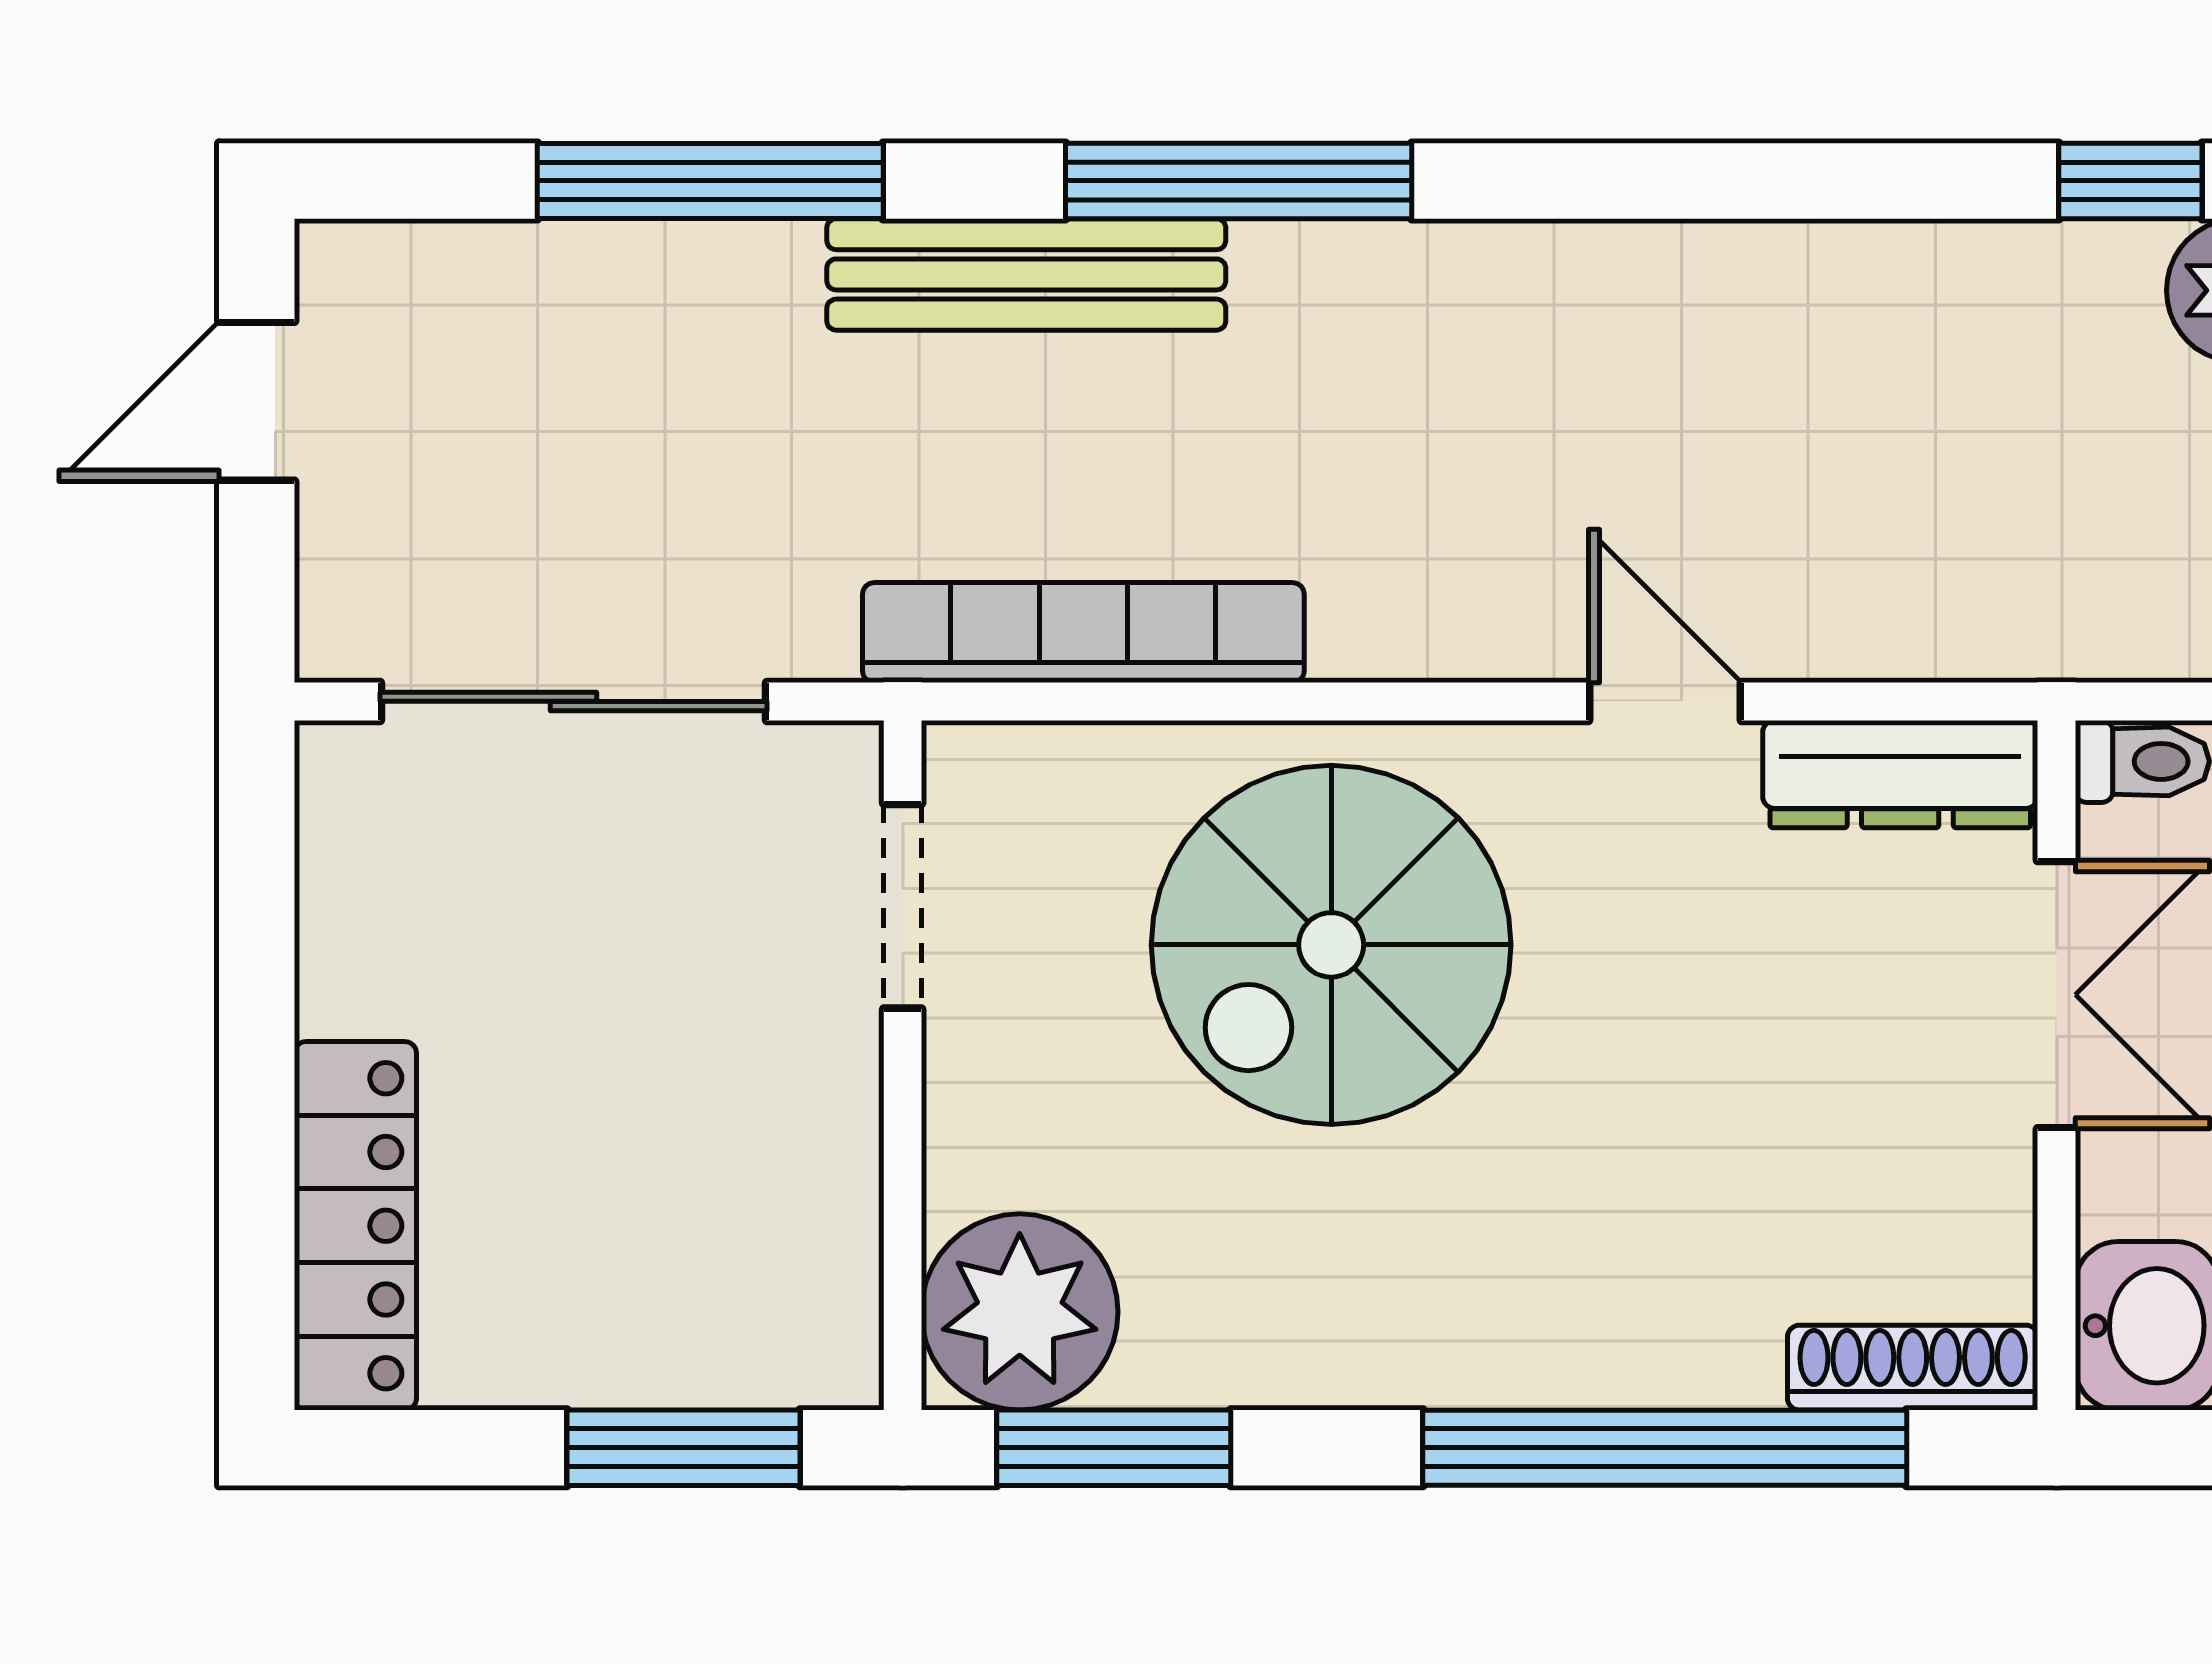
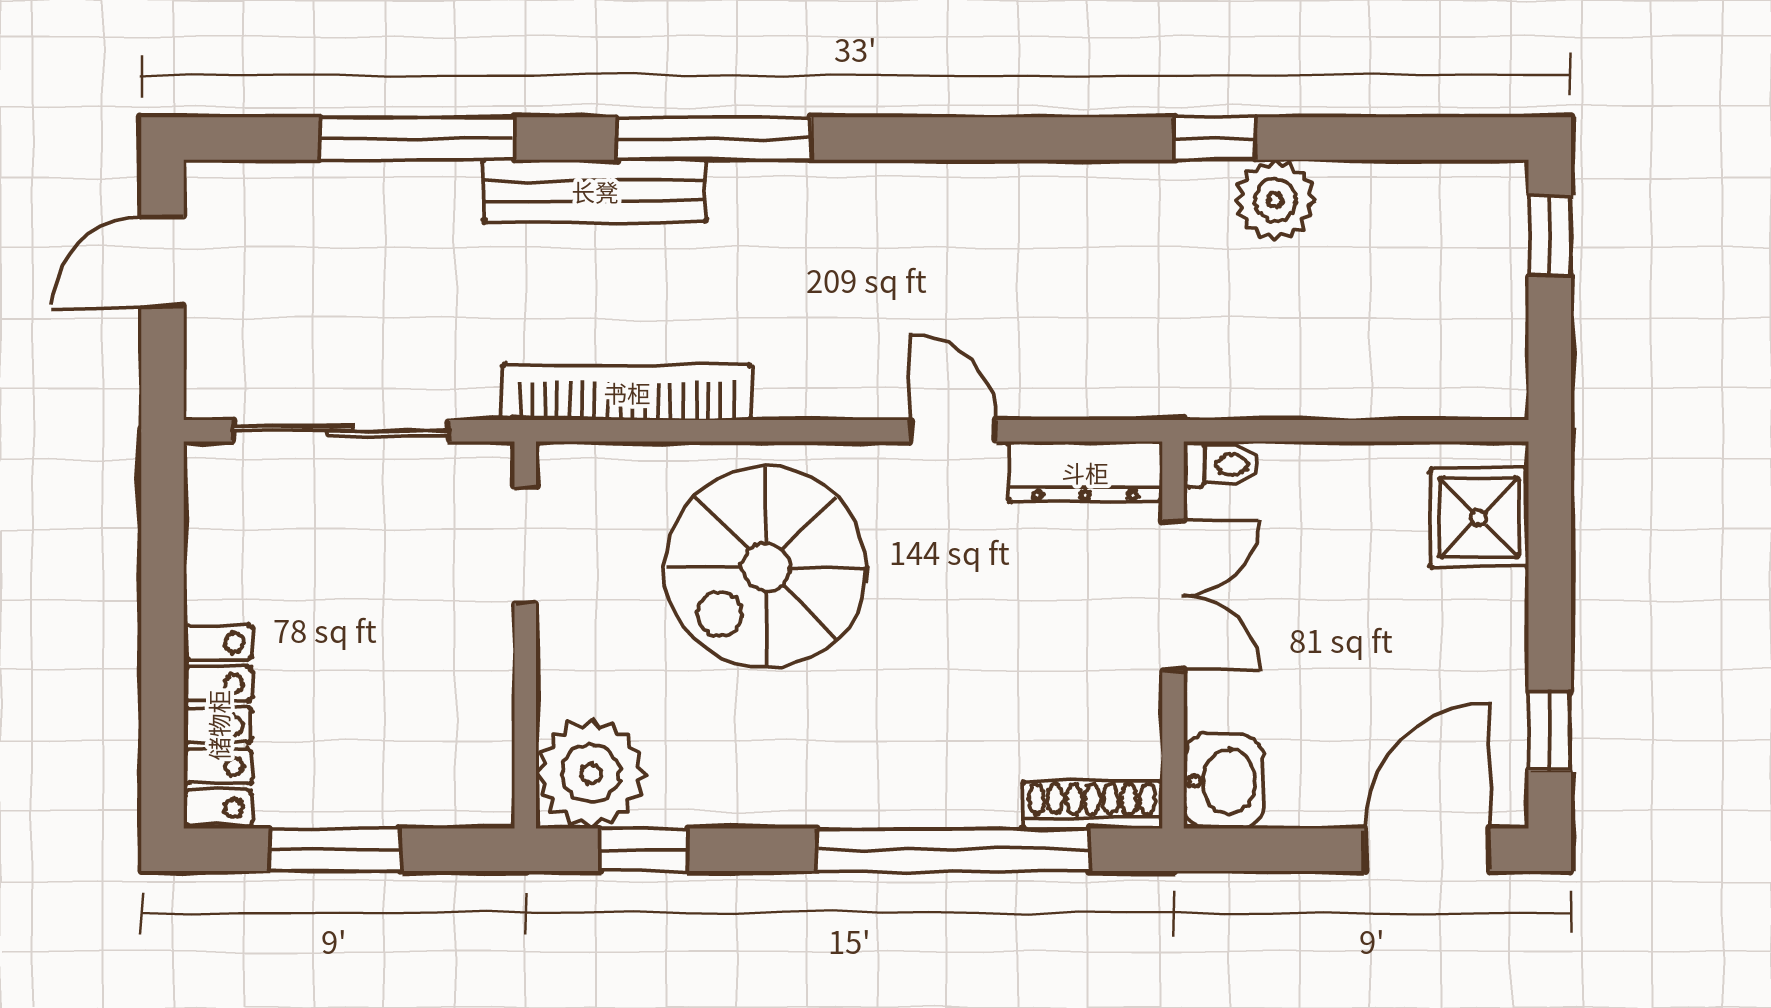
window: (684, 1448) -> (335, 850), moved
window: (1114, 1448) -> (644, 850), width x0.67

